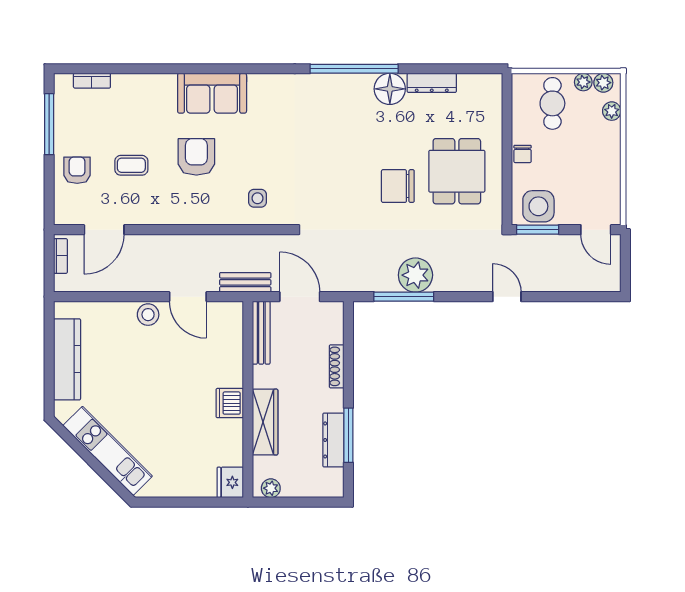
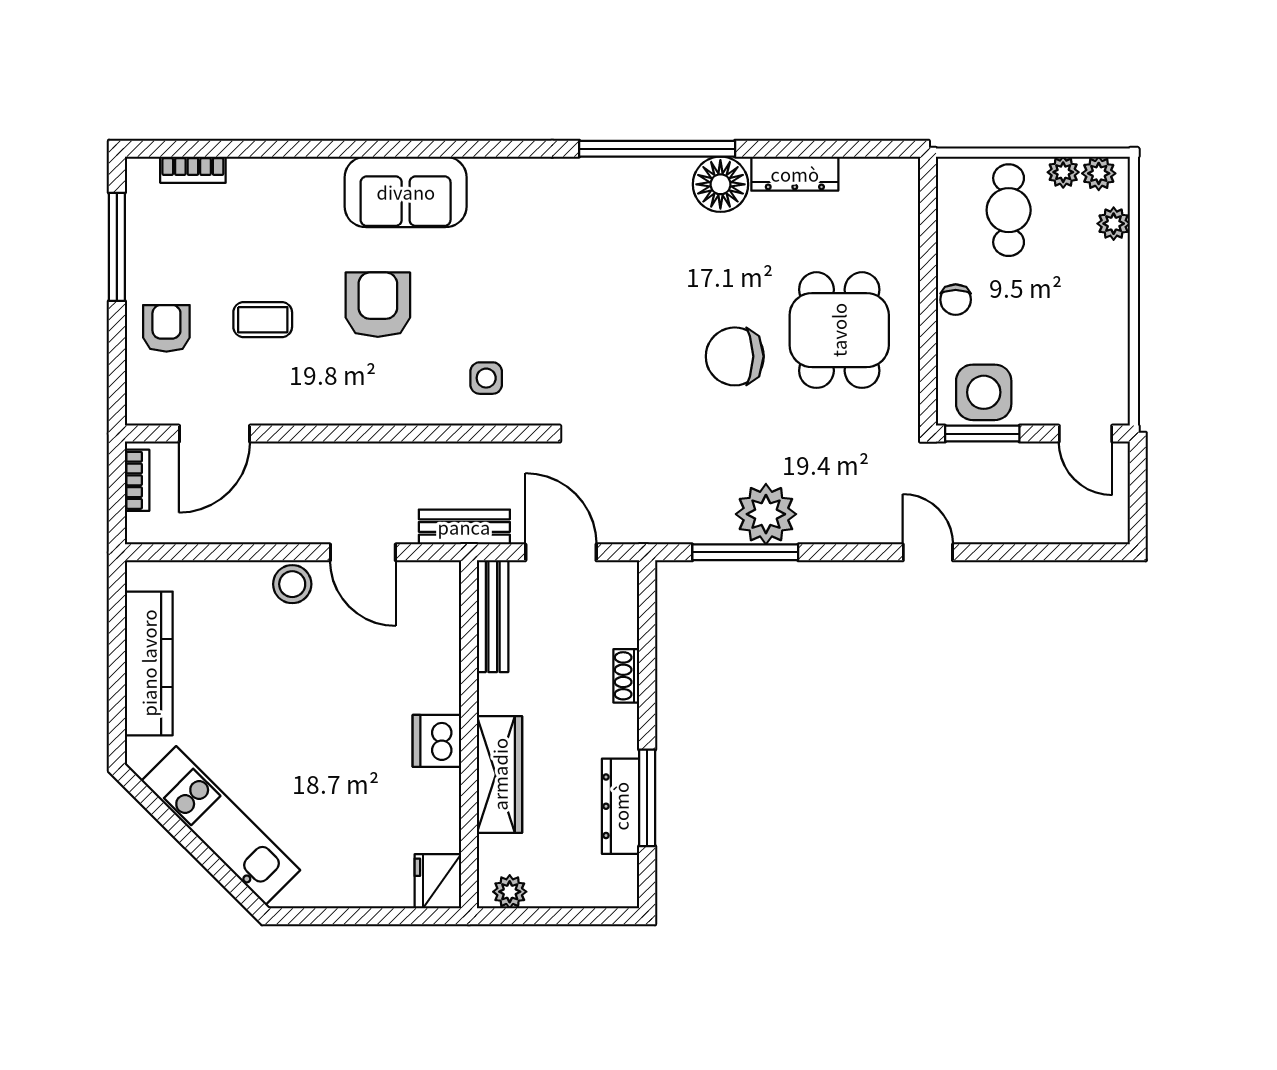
shoe rack: (337, 366) -> (626, 676), width x0.70

